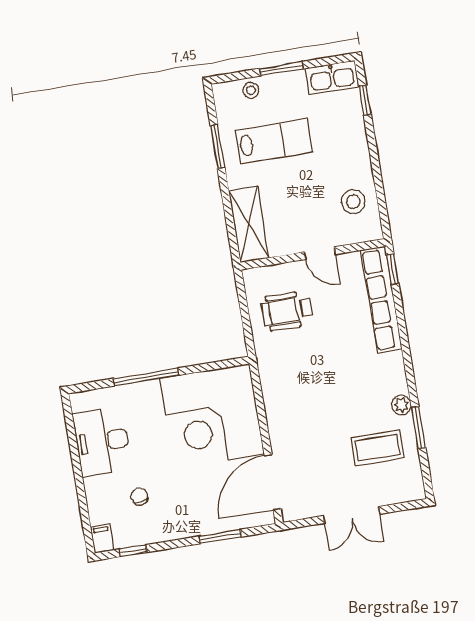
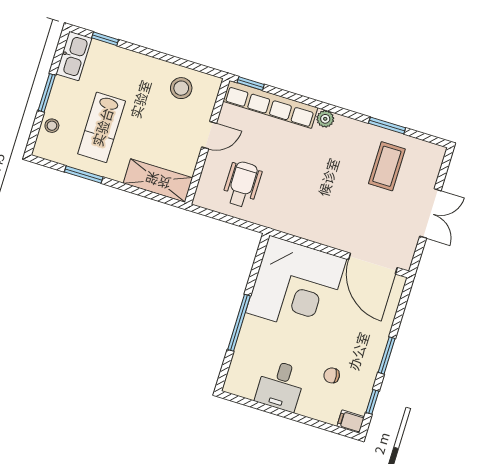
lab bench: (274, 141) -> (102, 127), turned 180
wheelchair: (287, 311) -> (242, 184), turned 180
plant: (401, 405) -> (325, 119), moved
desk: (102, 441) -> (280, 386), width x0.73
window: (220, 536) -> (387, 355), moved

